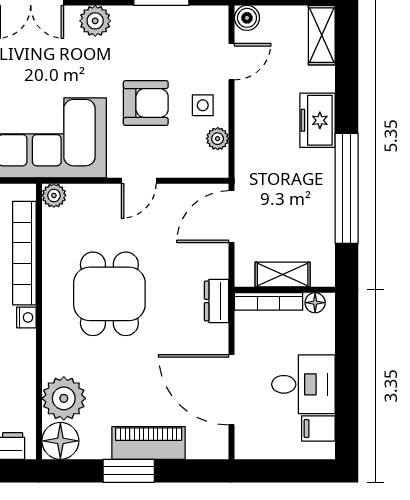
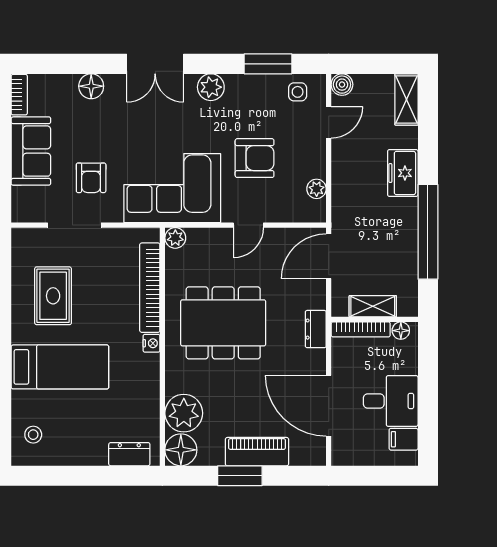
side table: (203, 105) -> (298, 92), moved
dining table: (109, 294) -> (223, 323), width x1.37

